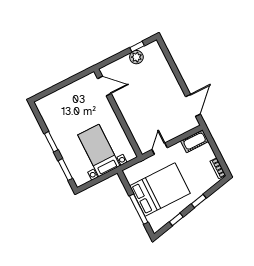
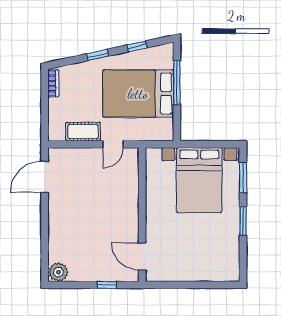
window: (137, 47) -> (107, 285), moved
plant: (136, 57) -> (58, 272), moved
cot: (195, 141) -> (83, 132), moved
bed with nightstands: (99, 150) -> (199, 180), width x1.36

